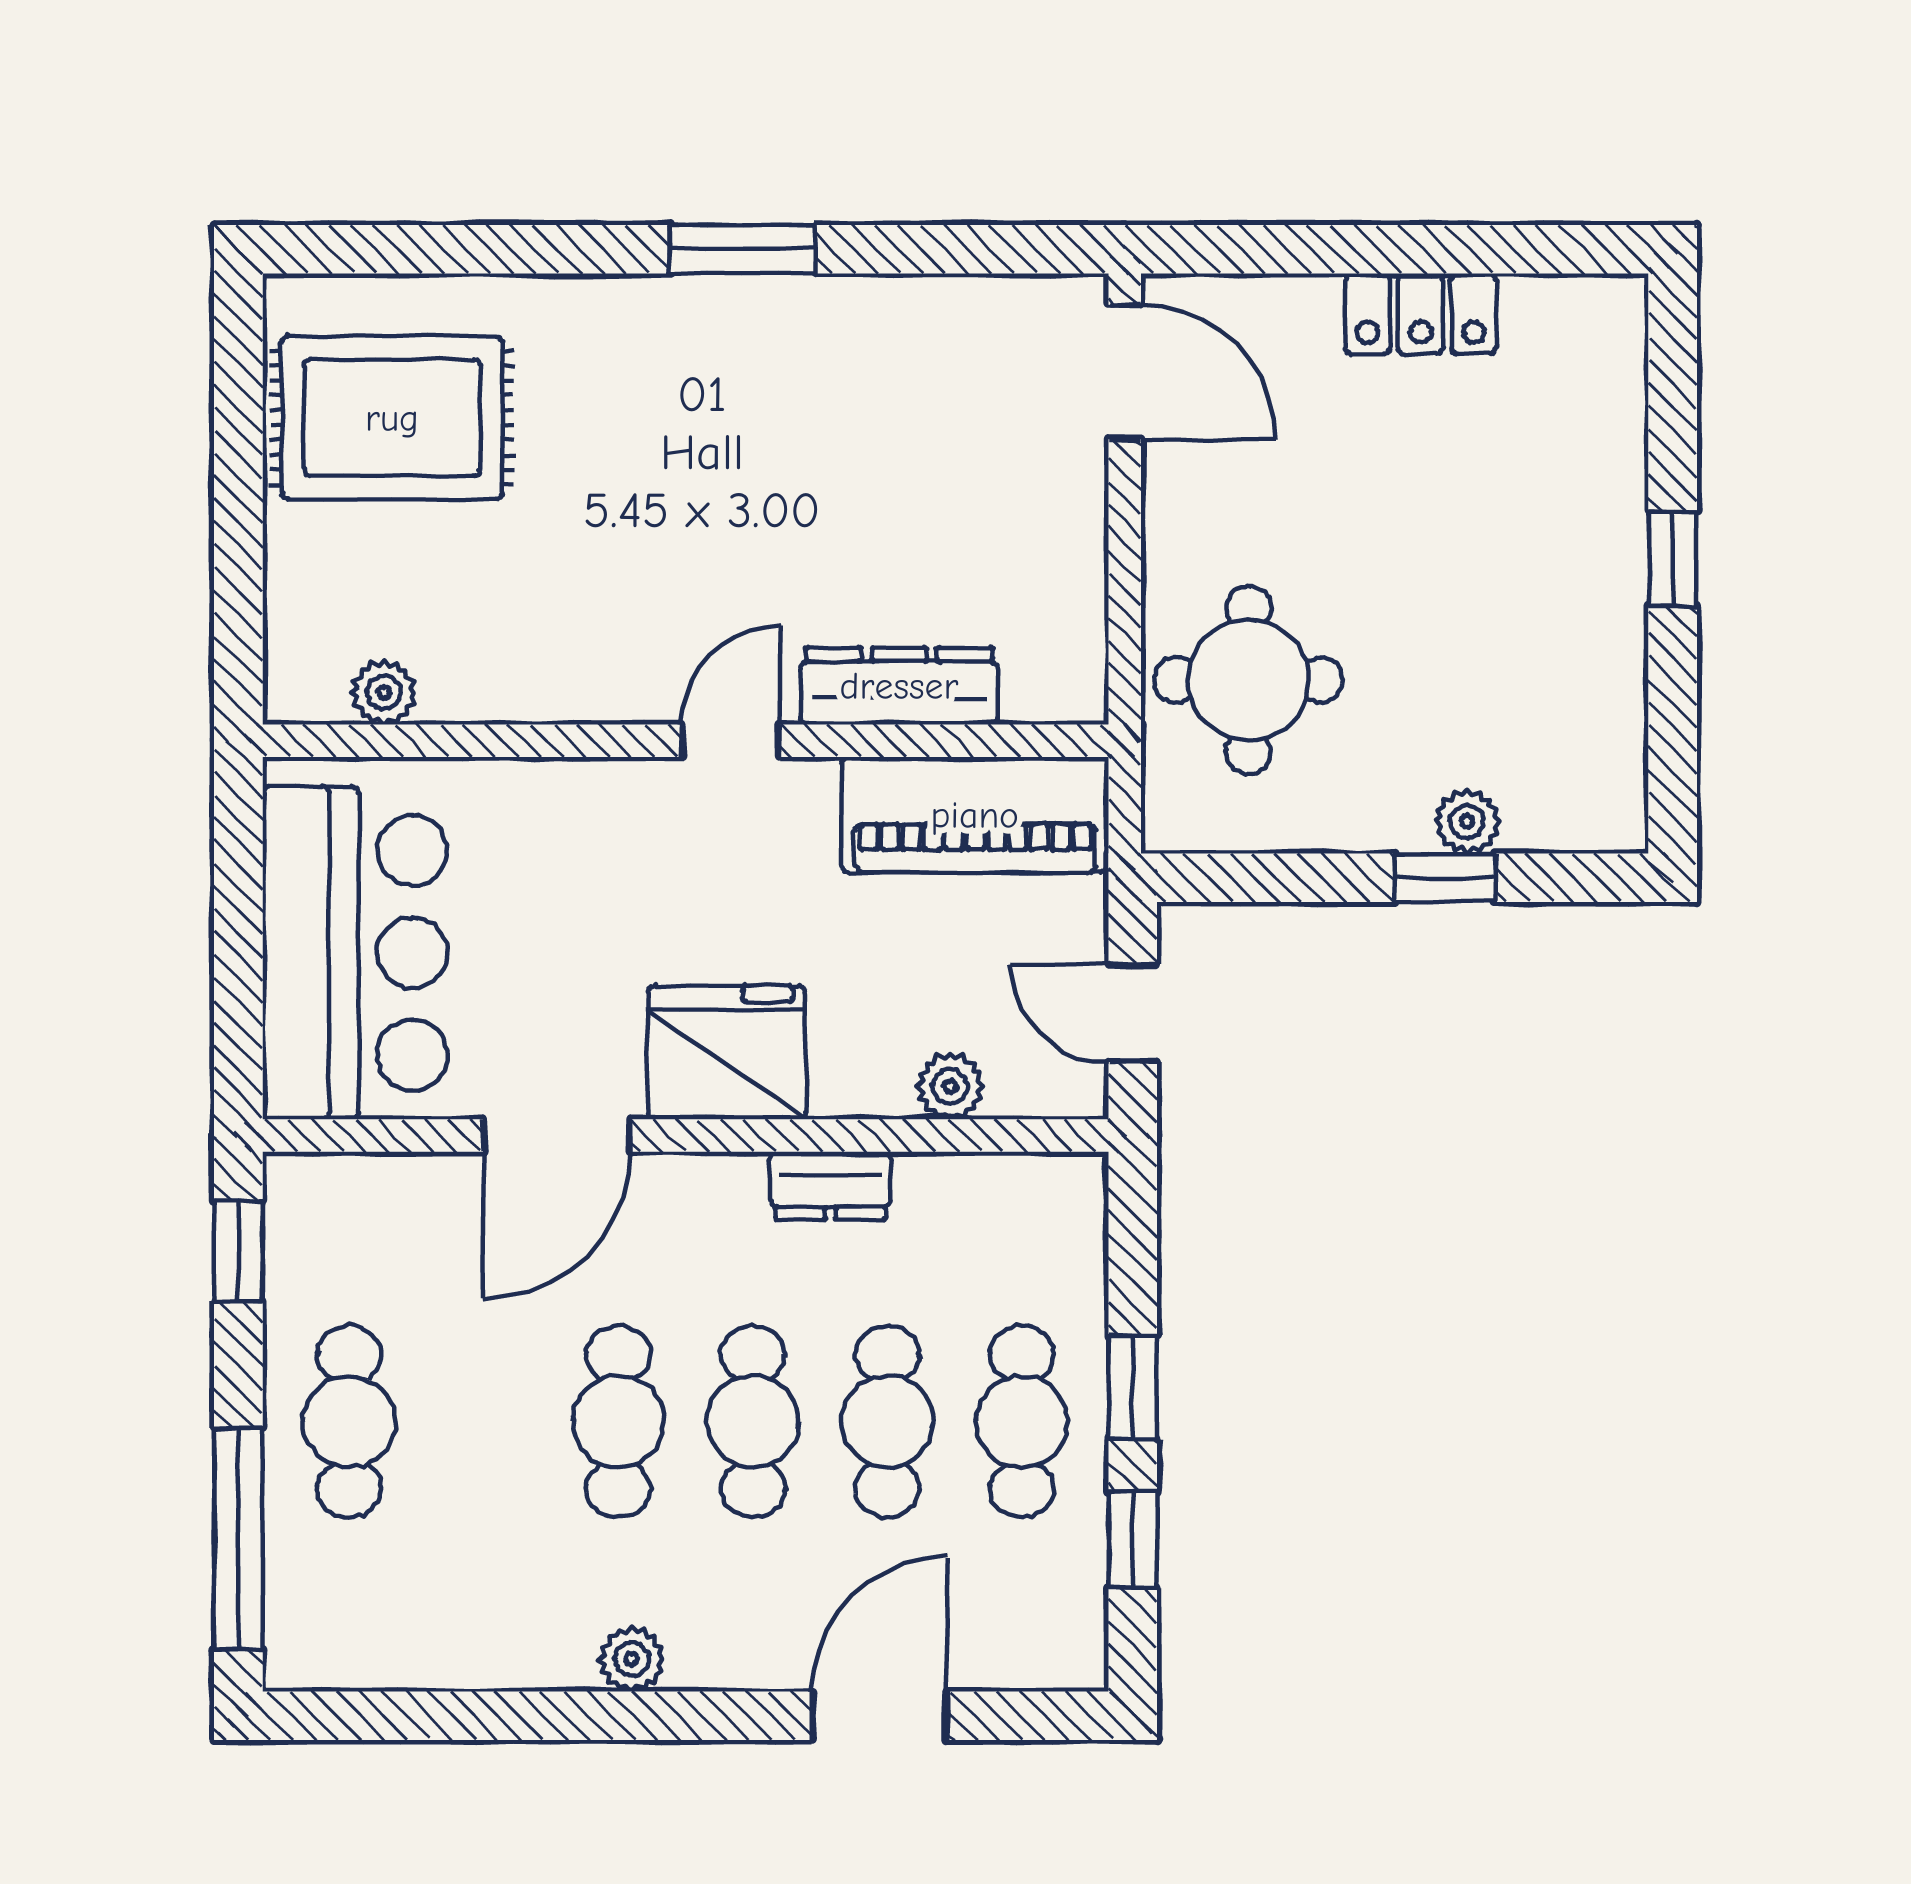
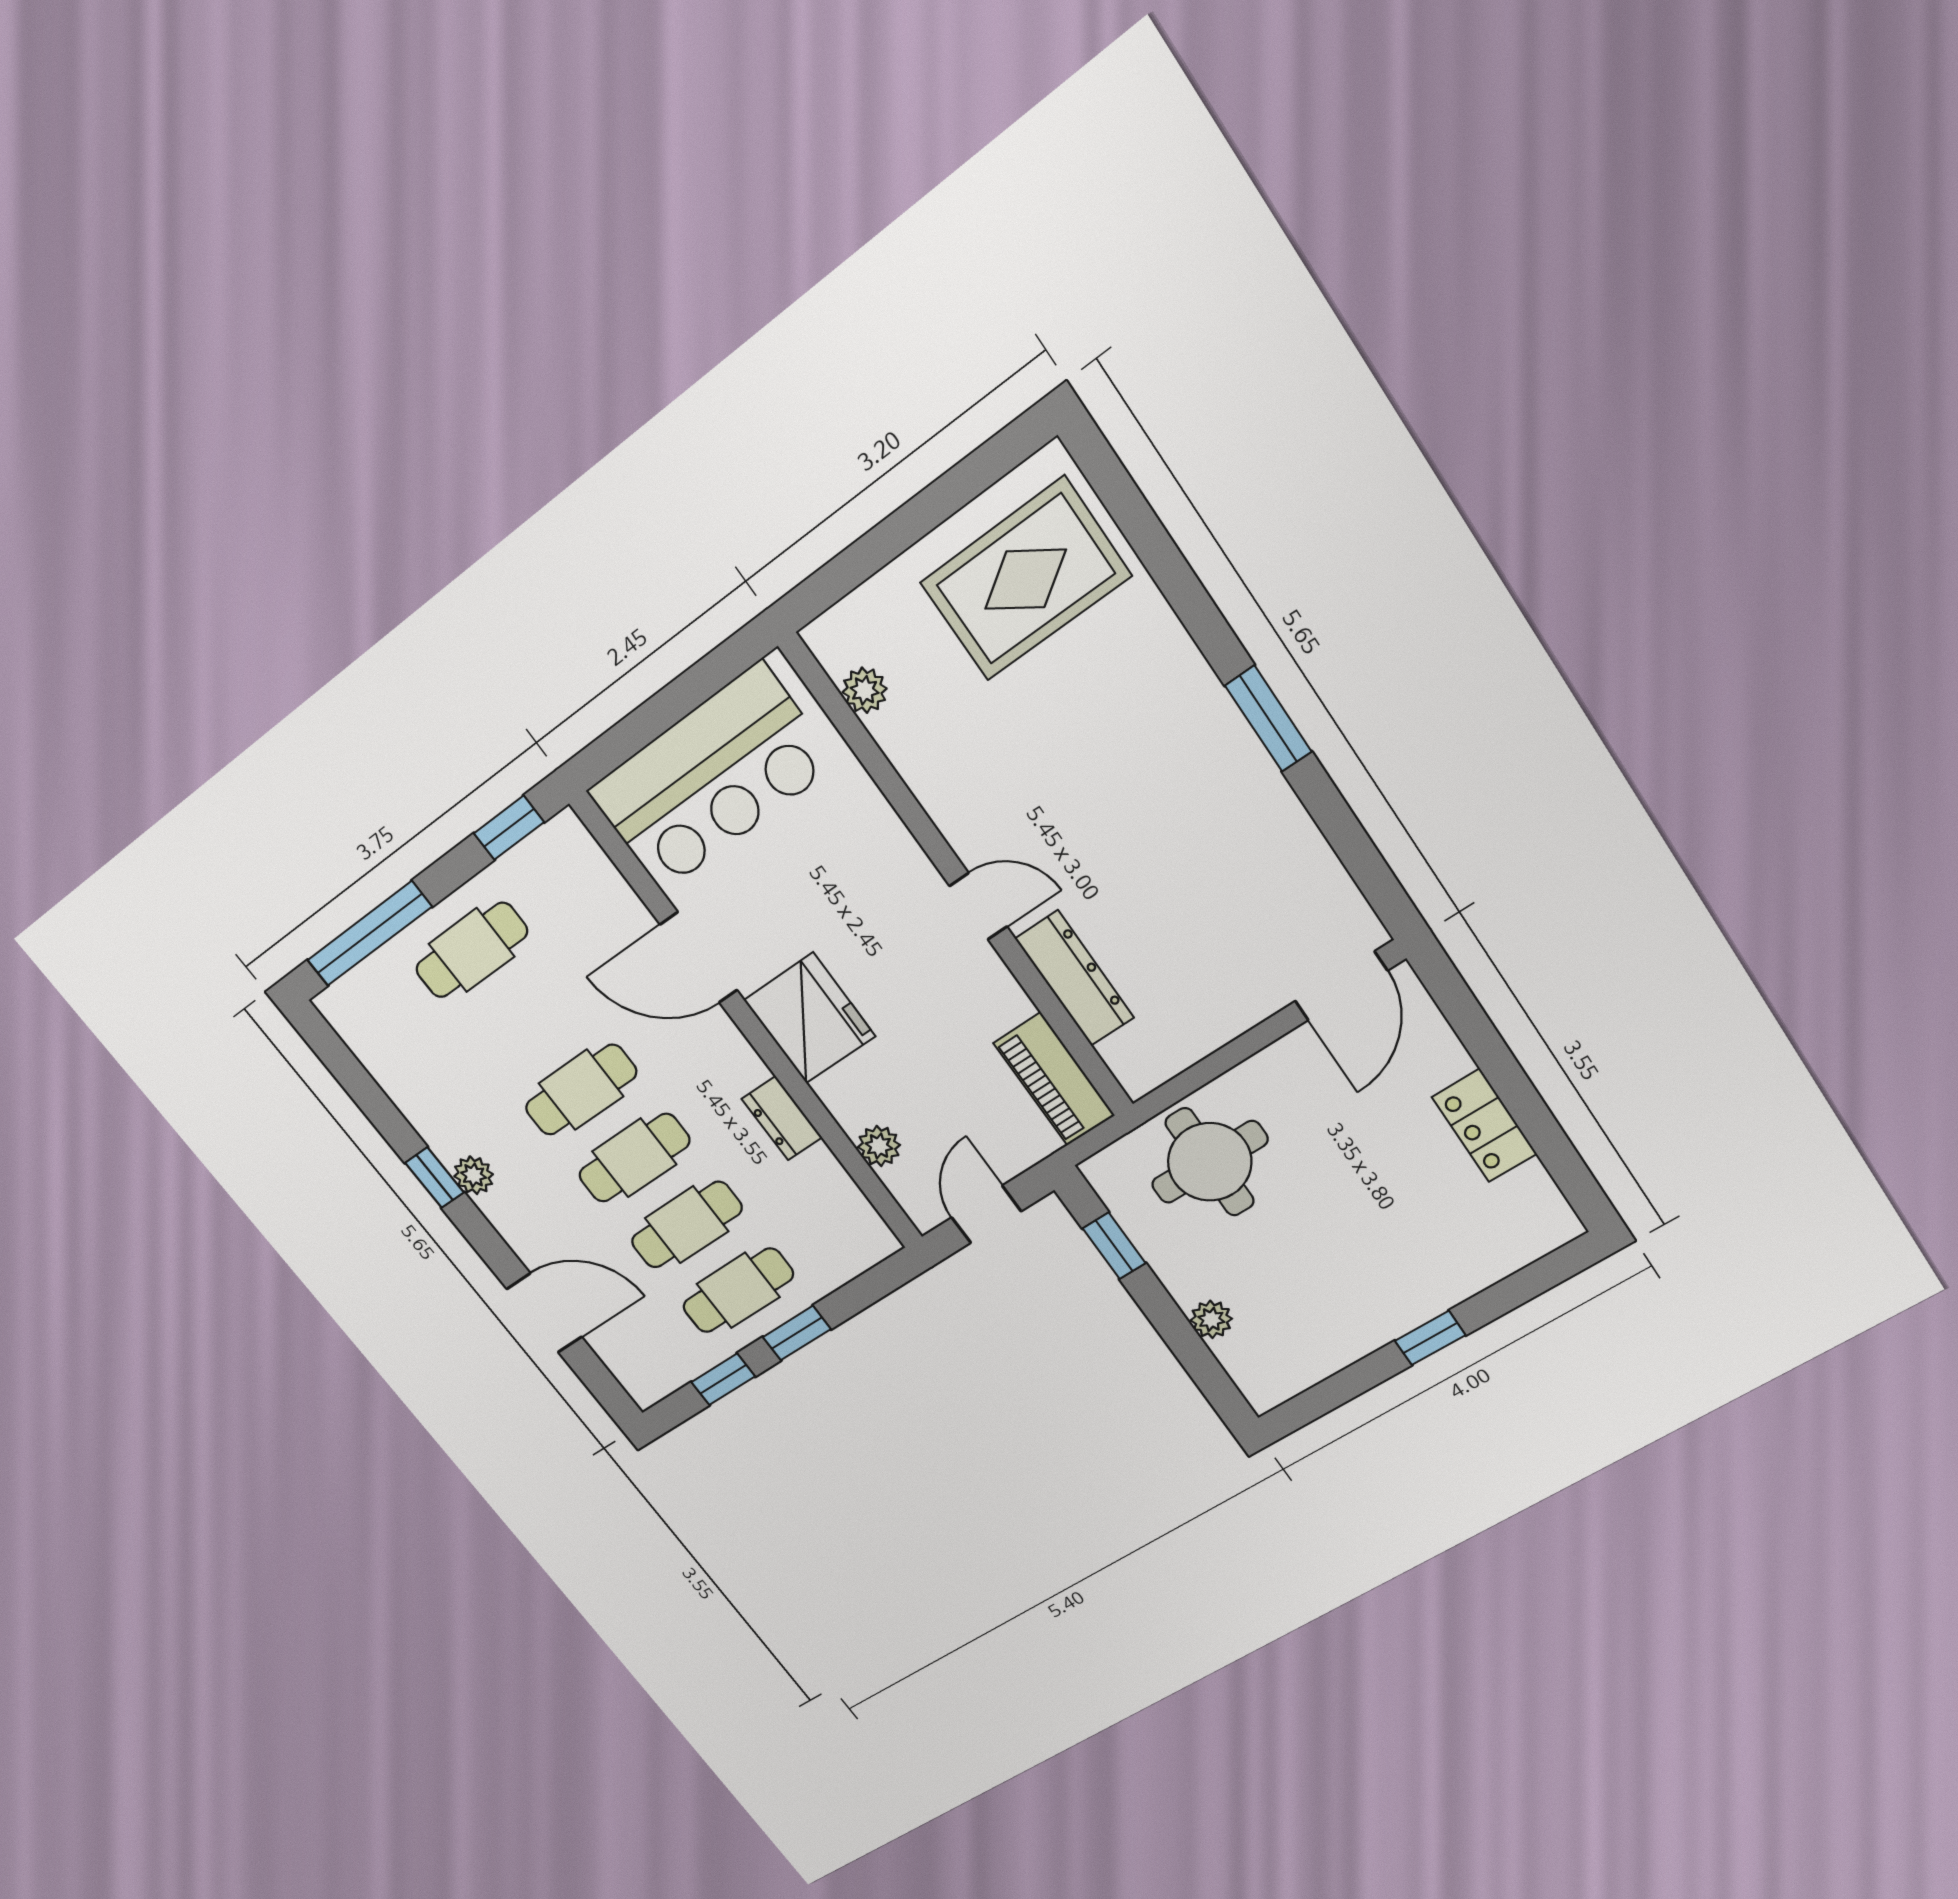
rug: (392, 418) -> (1025, 579), turned 90
piano: (975, 815) -> (1054, 1079), width x0.73, depth x0.75
window: (1445, 878) -> (1114, 1246), moved
window: (599, 1716) -> (435, 1178), added

